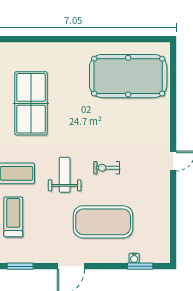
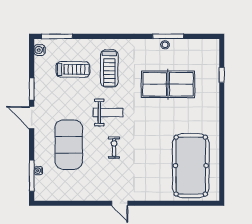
window: (20, 39) -> (222, 75), added
window: (20, 266) -> (32, 89), moved
window: (140, 266) -> (32, 176), width x1.44

